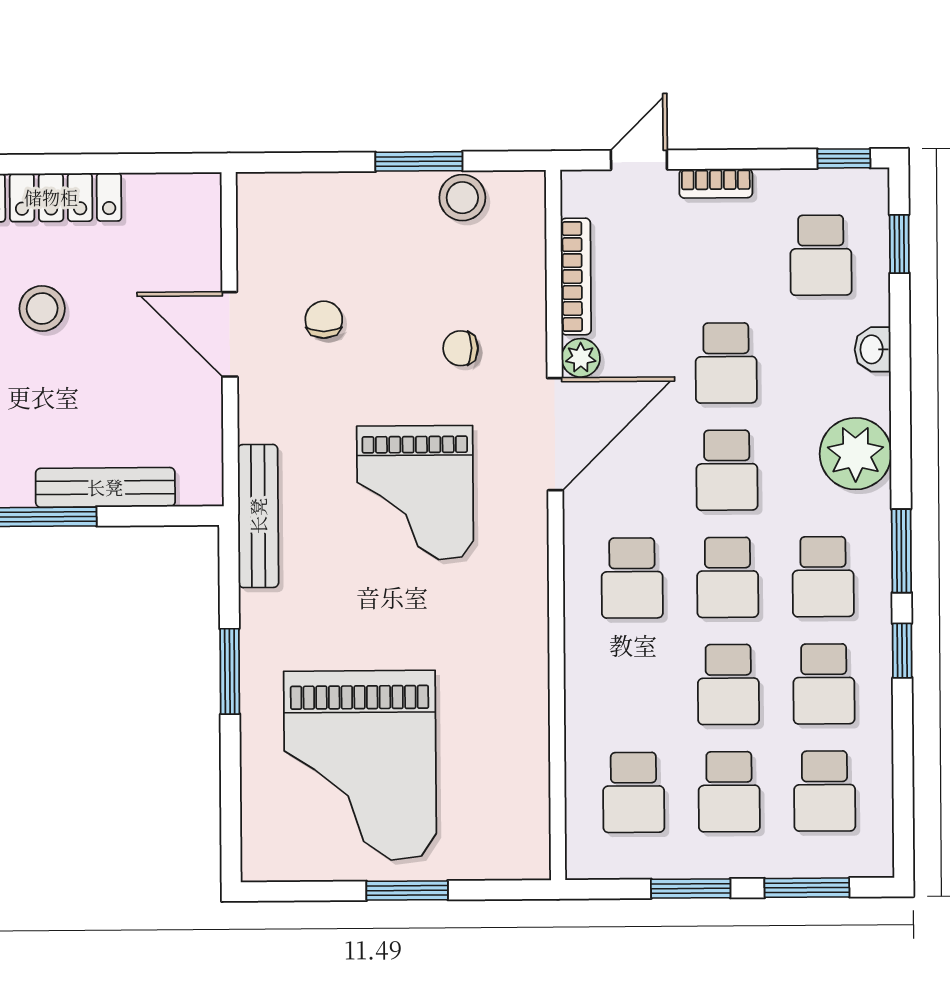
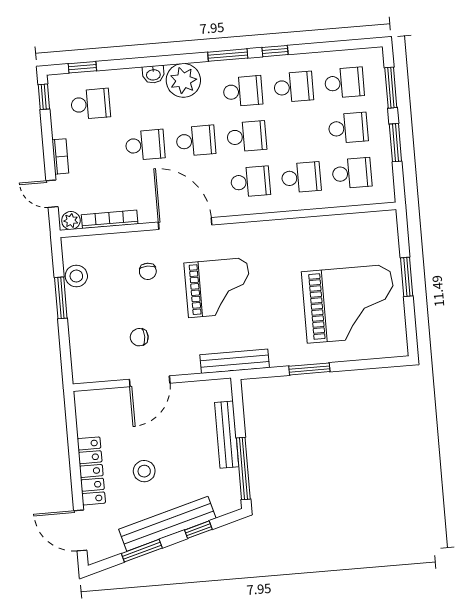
washbasin: (873, 349) -> (153, 74), moved
plant: (581, 358) -> (71, 221), moved
school desk: (728, 685) -> (301, 177), moved

